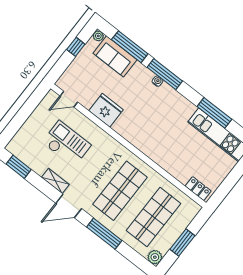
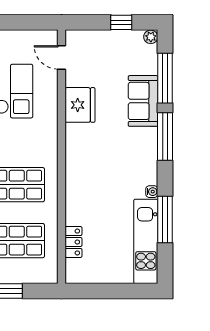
sofa: (115, 56) -> (143, 101), moved
water cooler: (157, 81) -> (152, 192), moved
locker: (198, 189) -> (73, 242), moved

